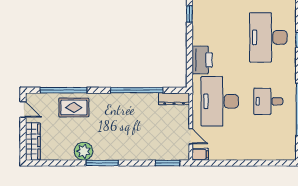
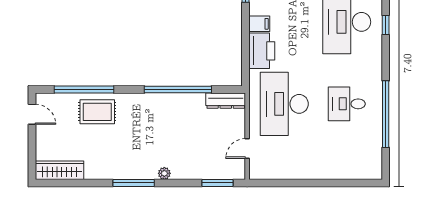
door: (191, 136) -> (247, 149), swing flipped
wardrobe: (33, 142) -> (60, 170), moved, turned -90
plant: (84, 151) -> (164, 173), moved, width x0.53, depth x0.53
filing cabinet: (200, 154) -> (259, 24), moved

